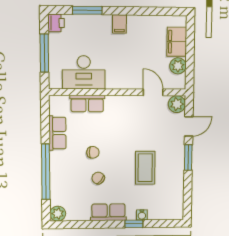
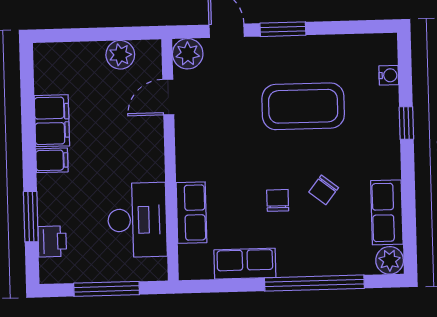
printer: (56, 23) -> (52, 241), moved, turned 90
filing cabinet: (177, 42) -> (52, 121), moved, turned -90
coffee table: (145, 168) -> (303, 106), width x1.36, depth x1.32
row of seats: (108, 212) -> (387, 212), moved
water cooler: (142, 215) -> (389, 75), moved

